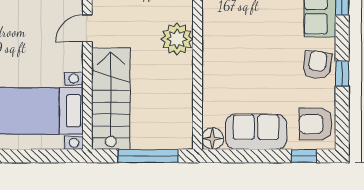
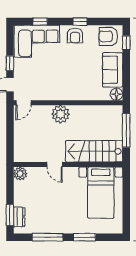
armchair: (317, 65) -> (75, 35), turned -98
armchair: (316, 124) -> (108, 36), turned 90

